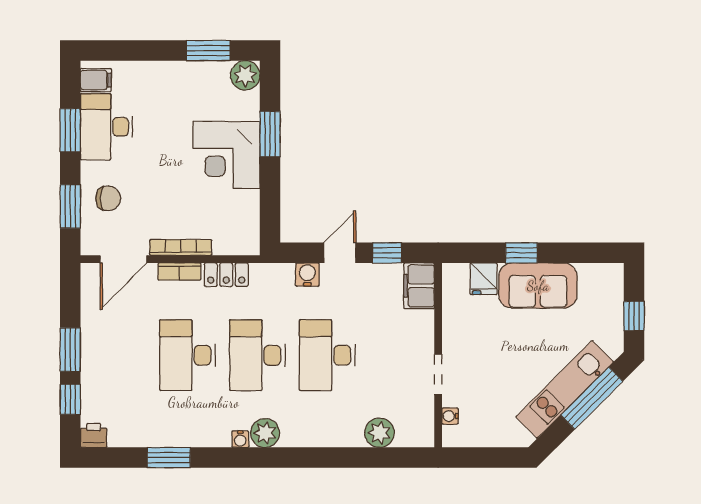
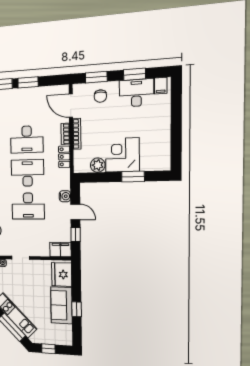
window: (208, 51) -> (176, 144), removed
plant: (245, 75) -> (98, 165), moved
window: (521, 253) -> (77, 309), moved
fridge: (484, 279) -> (62, 274), width x1.88, depth x1.34
desk: (187, 355) -> (27, 139), turned 180
desk: (327, 355) -> (28, 206), turned 180

